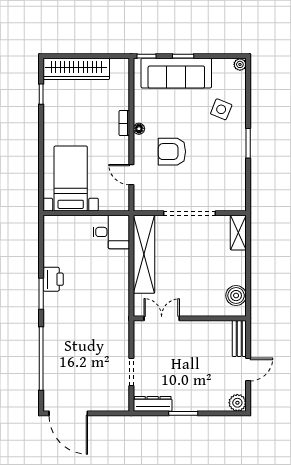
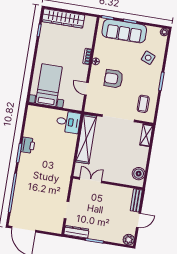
coffee table: (225, 184) -> (143, 104), added

